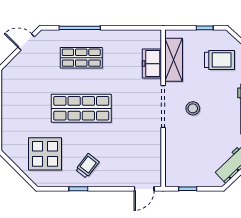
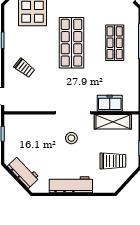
trolley: (220, 60) -> (113, 161), turned -90
trolley: (87, 166) -> (24, 68), moved

